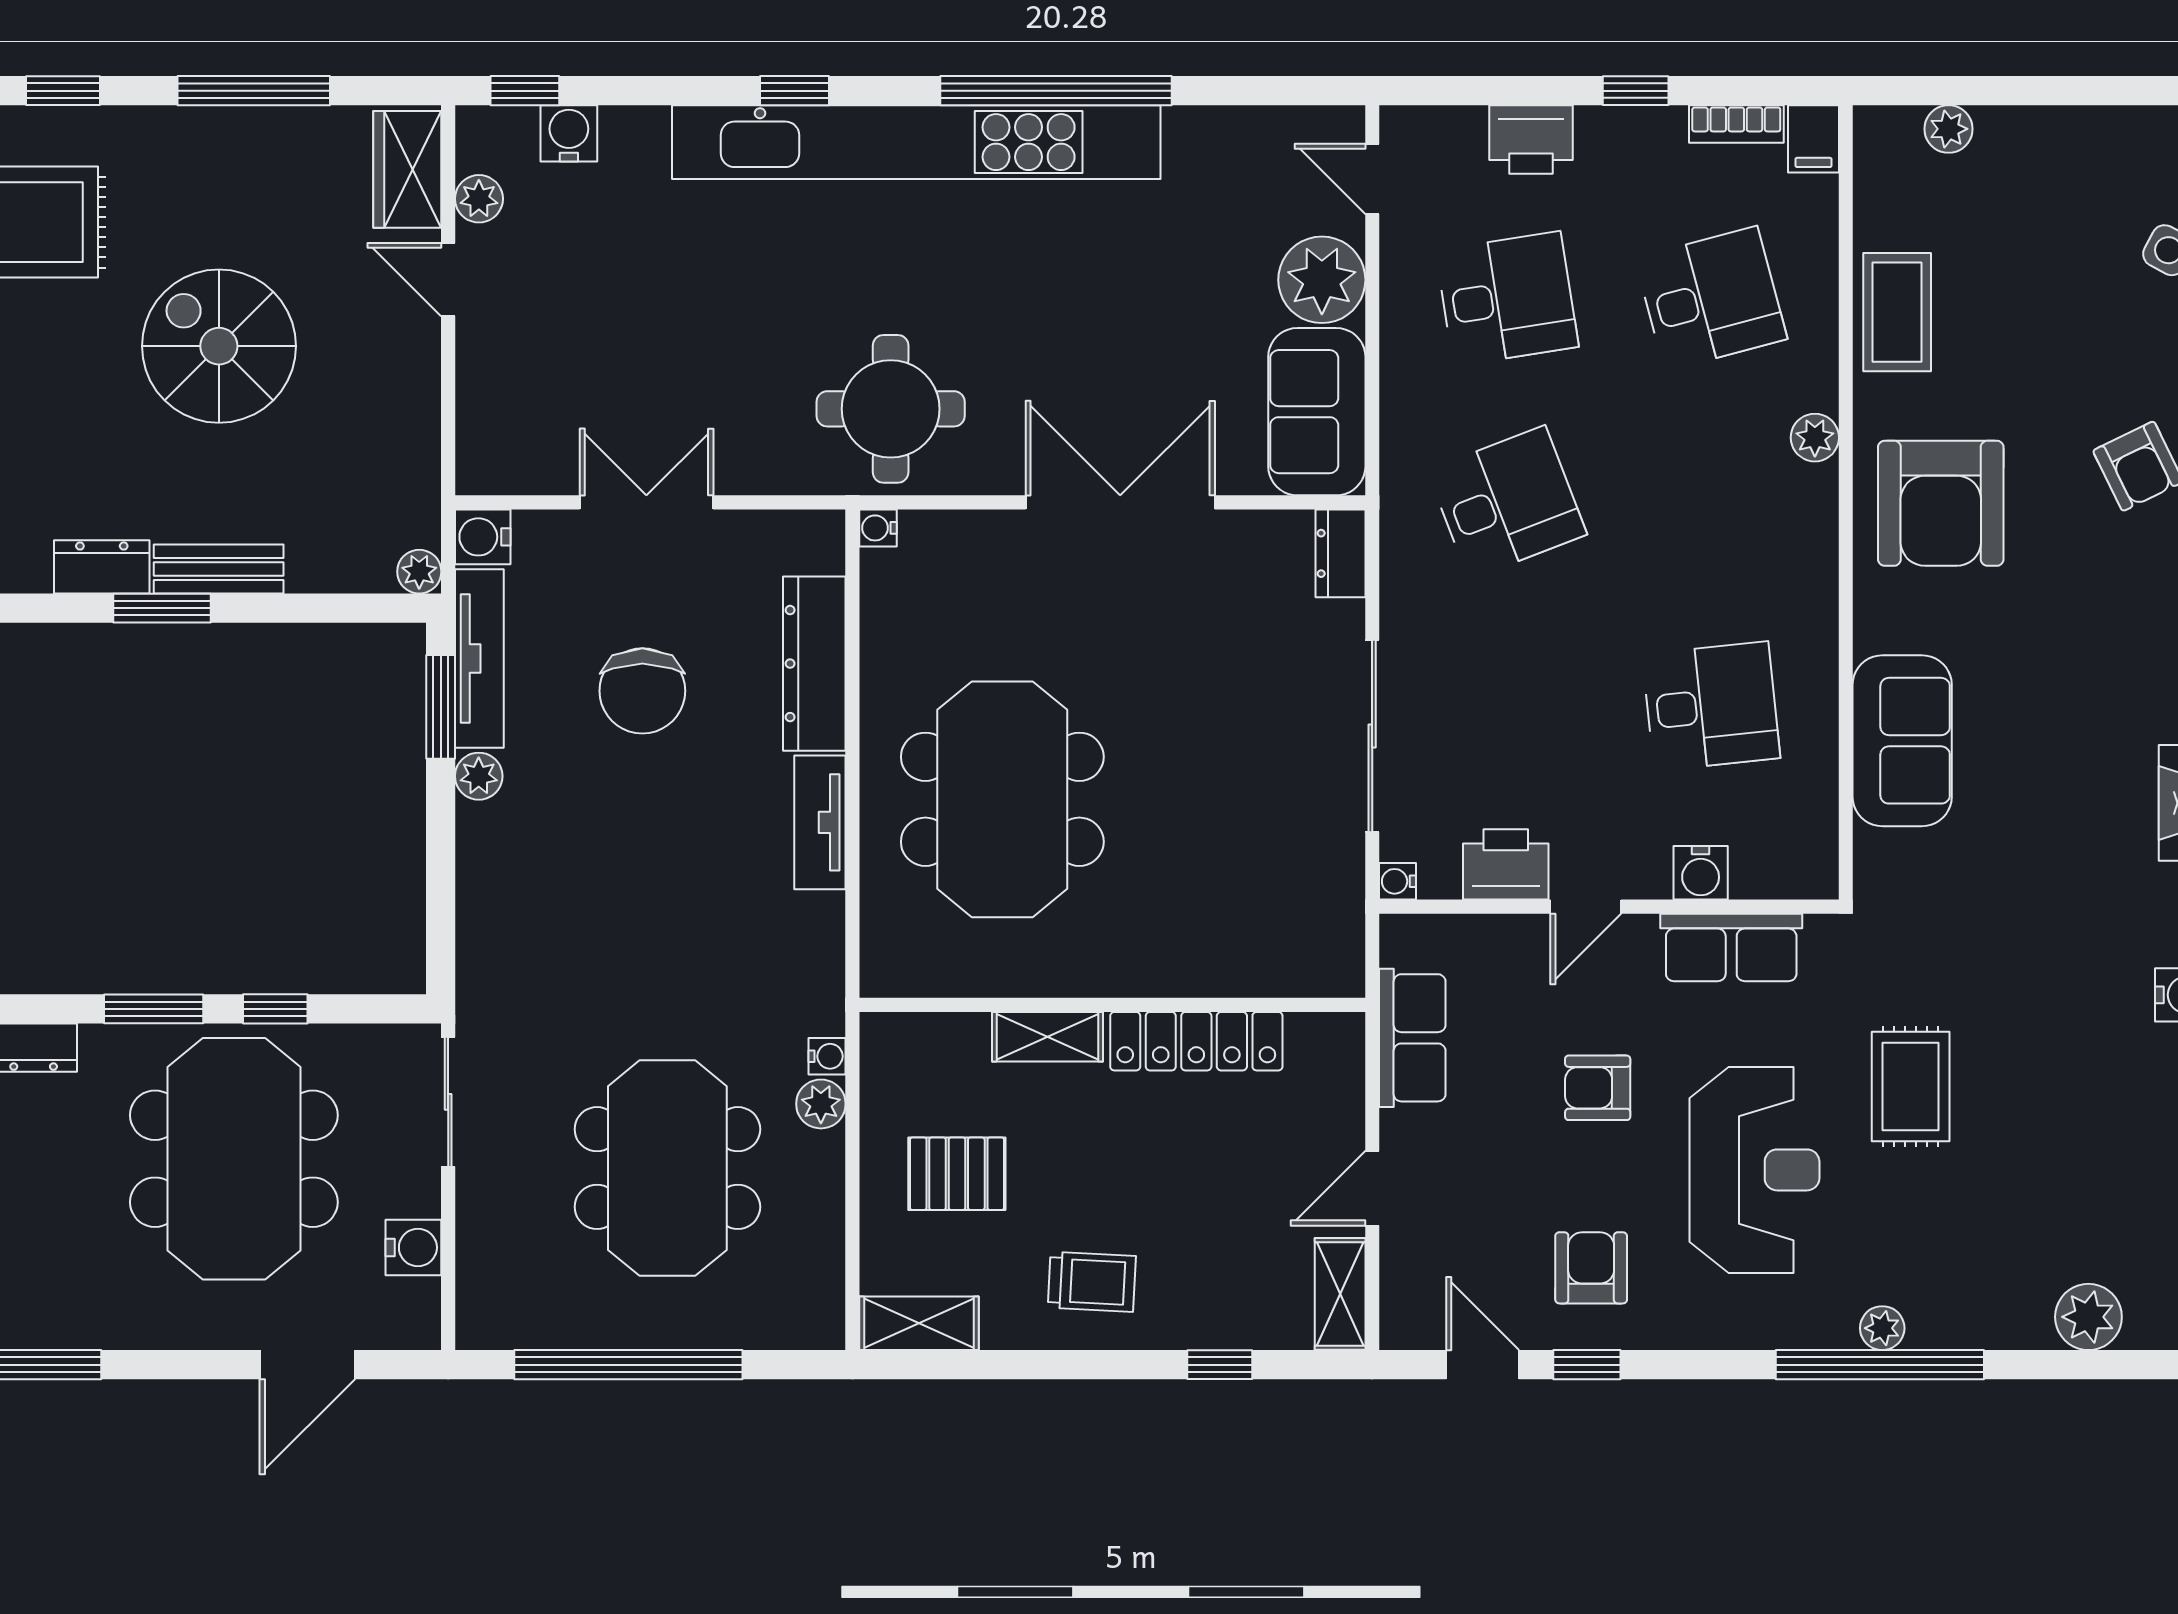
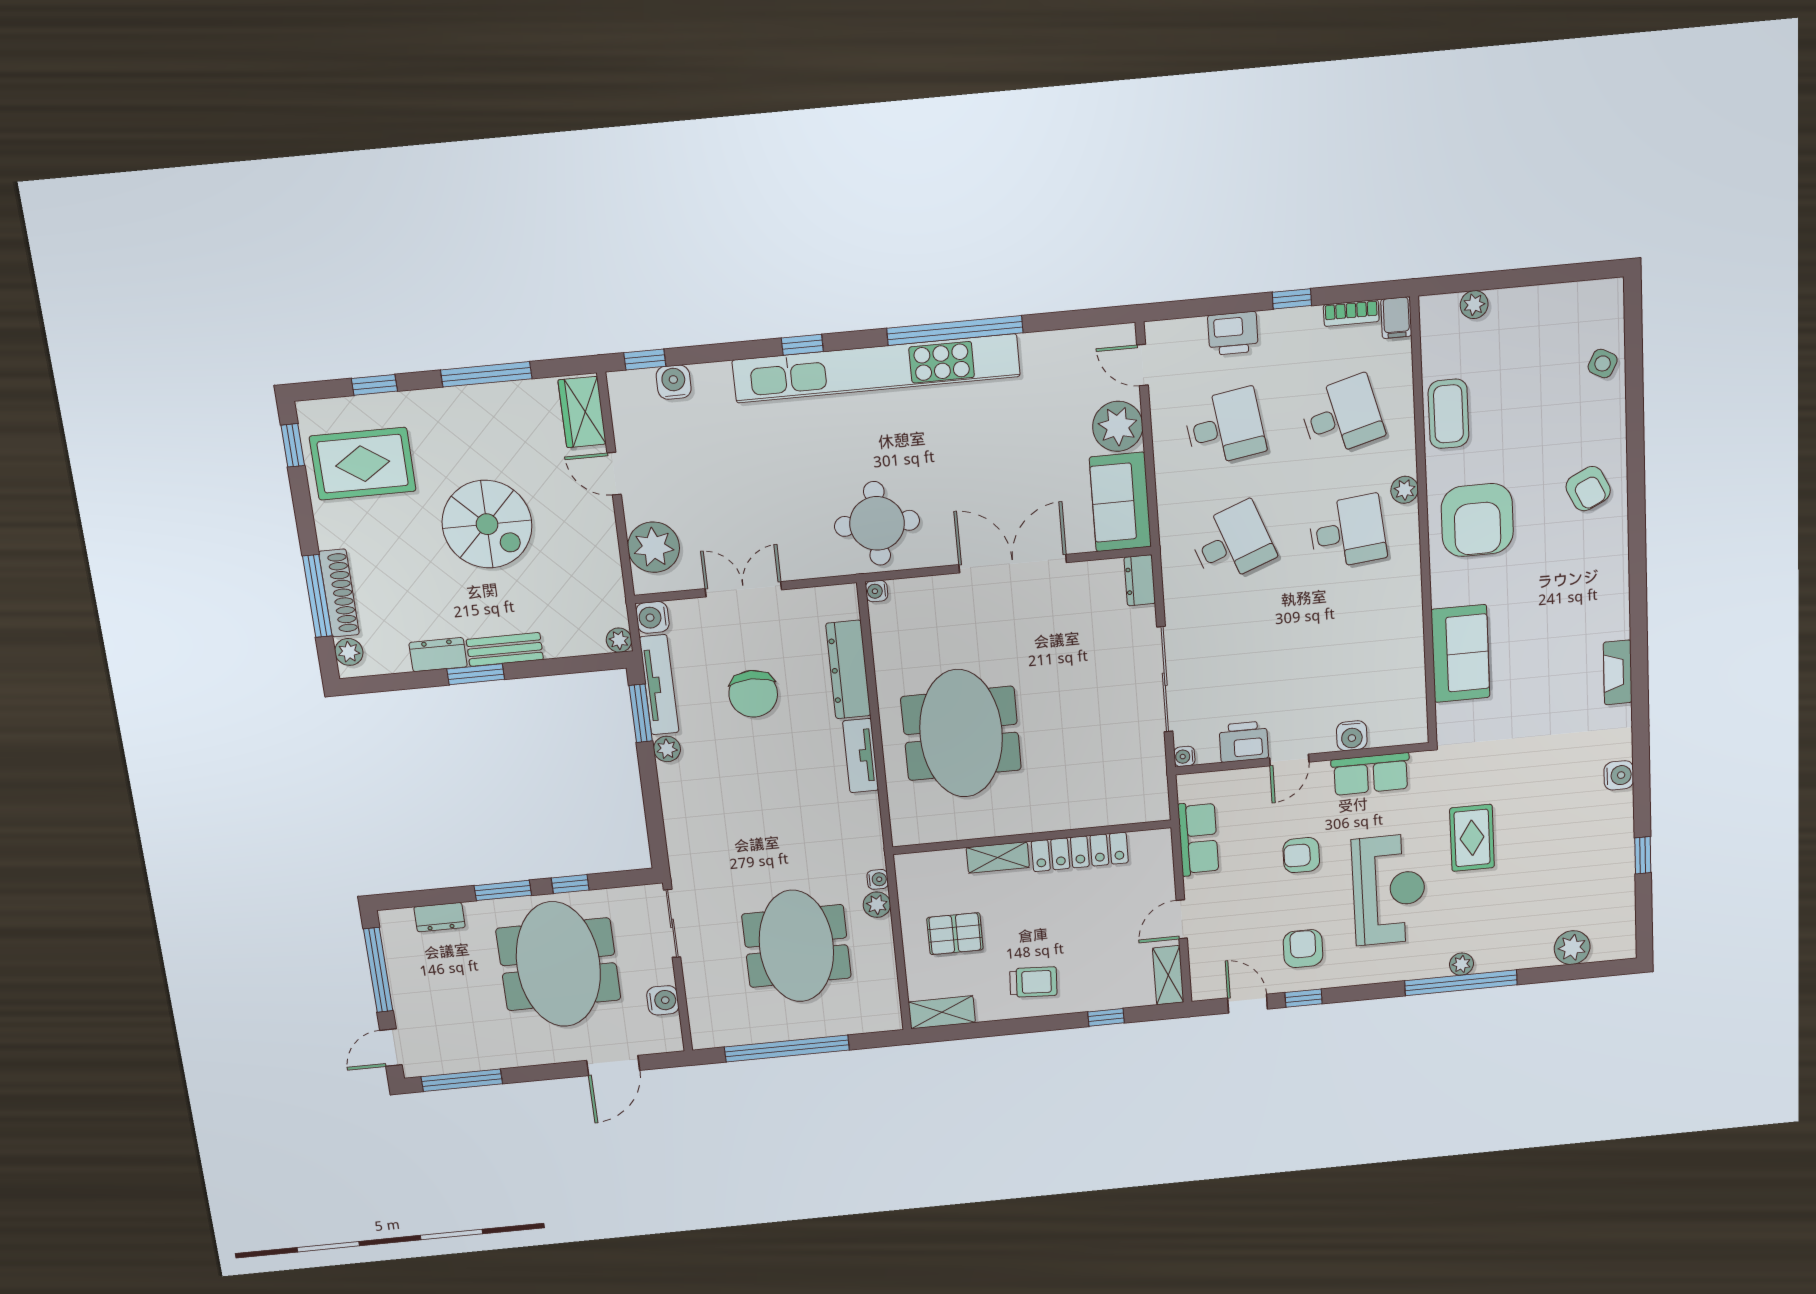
plant: (479, 199) -> (654, 547), moved, width x1.88, depth x1.88
spiral stairs: (219, 346) -> (487, 524), turned 180
desk: (1711, 706) -> (1347, 532), moved

